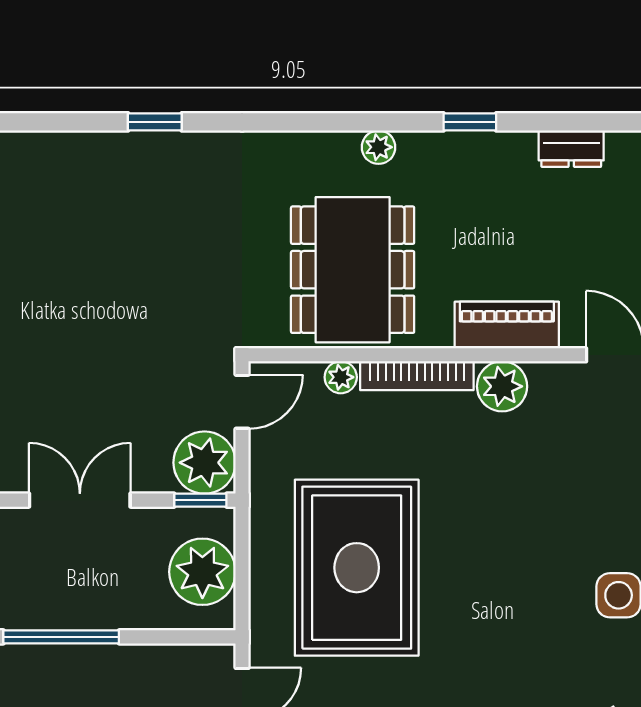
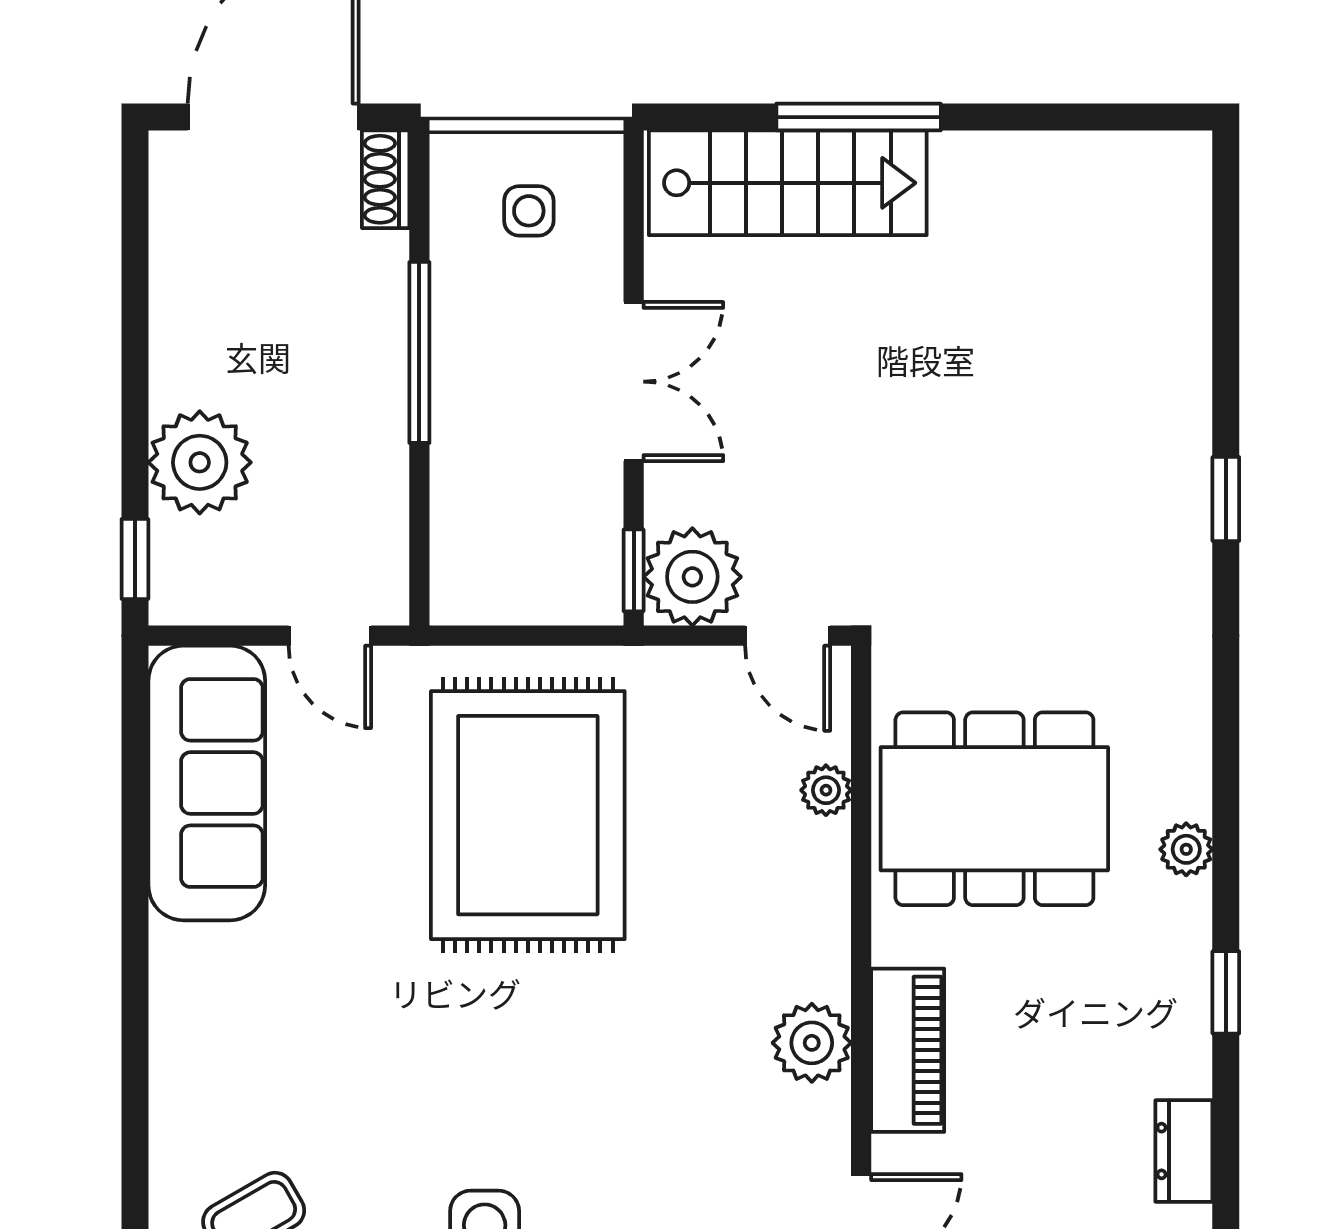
bookcase: (417, 376) -> (828, 909), removed
rug: (357, 568) -> (528, 815), turned 90
plant: (202, 572) -> (521, 574), removed

